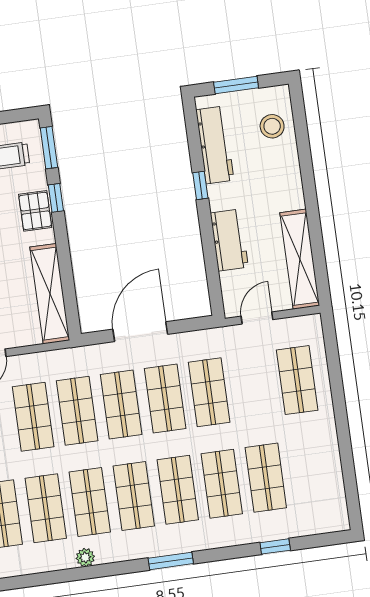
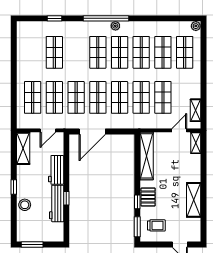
window: (236, 85) -> (32, 245), moved
stool: (272, 126) -> (25, 205), moved
workbench: (215, 145) -> (57, 204), moved
window: (310, 193) -> (14, 187), added
shelving: (300, 259) -> (23, 148), width x0.68
door: (140, 332) -> (92, 131), moved
shop shelf: (222, 484) -> (54, 97), moved
plant: (85, 557) -> (115, 26), moved
window: (171, 561) -> (106, 18), width x2.11

